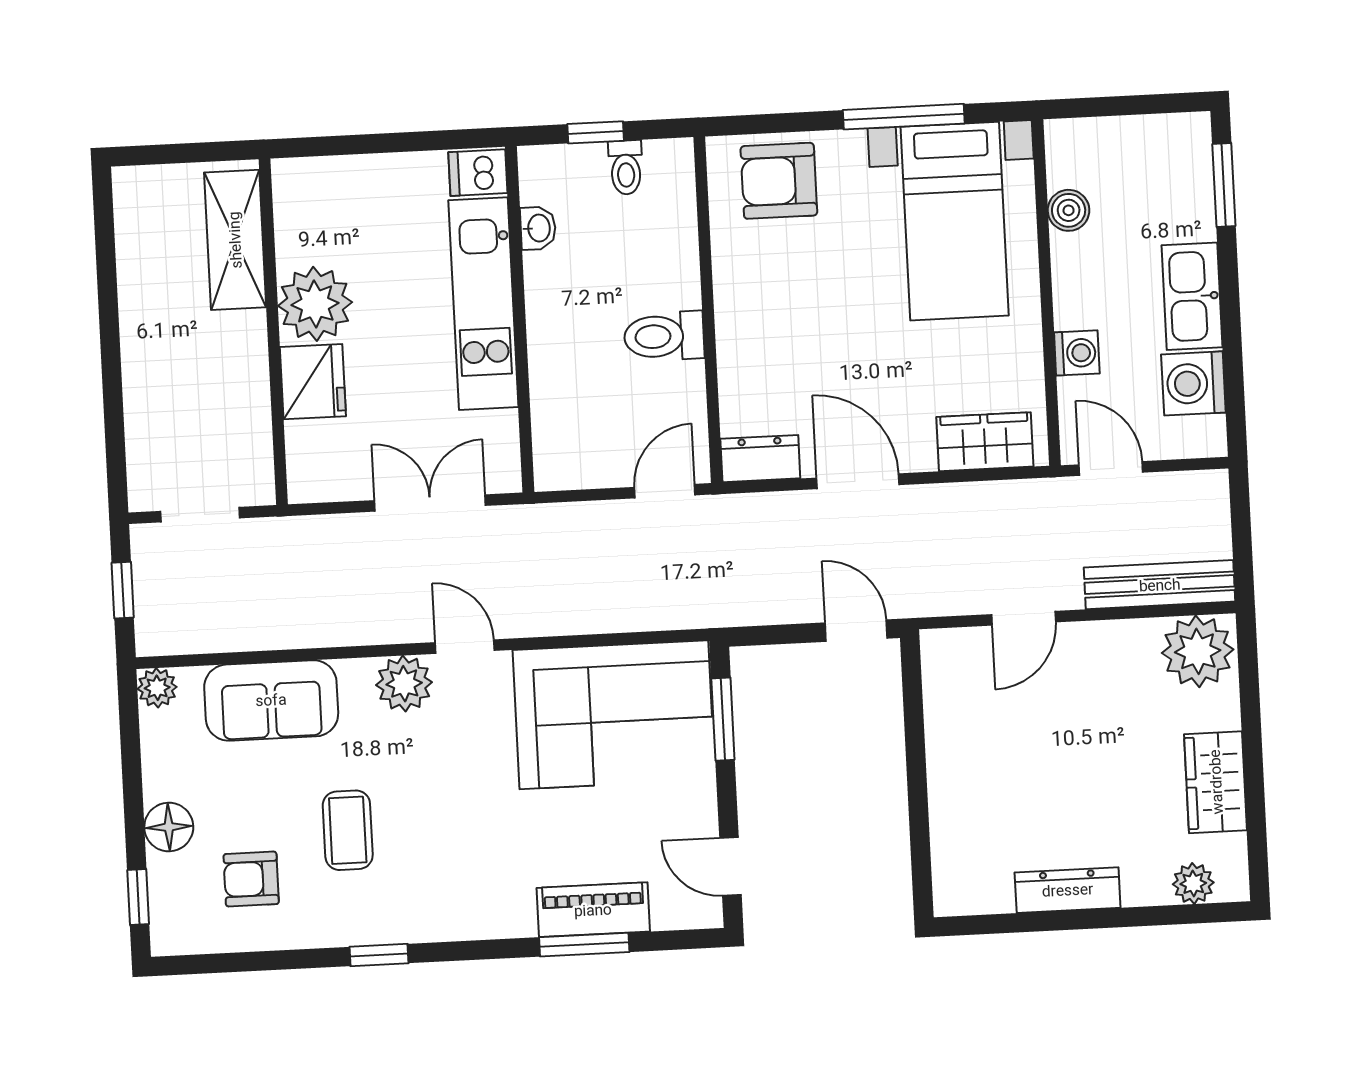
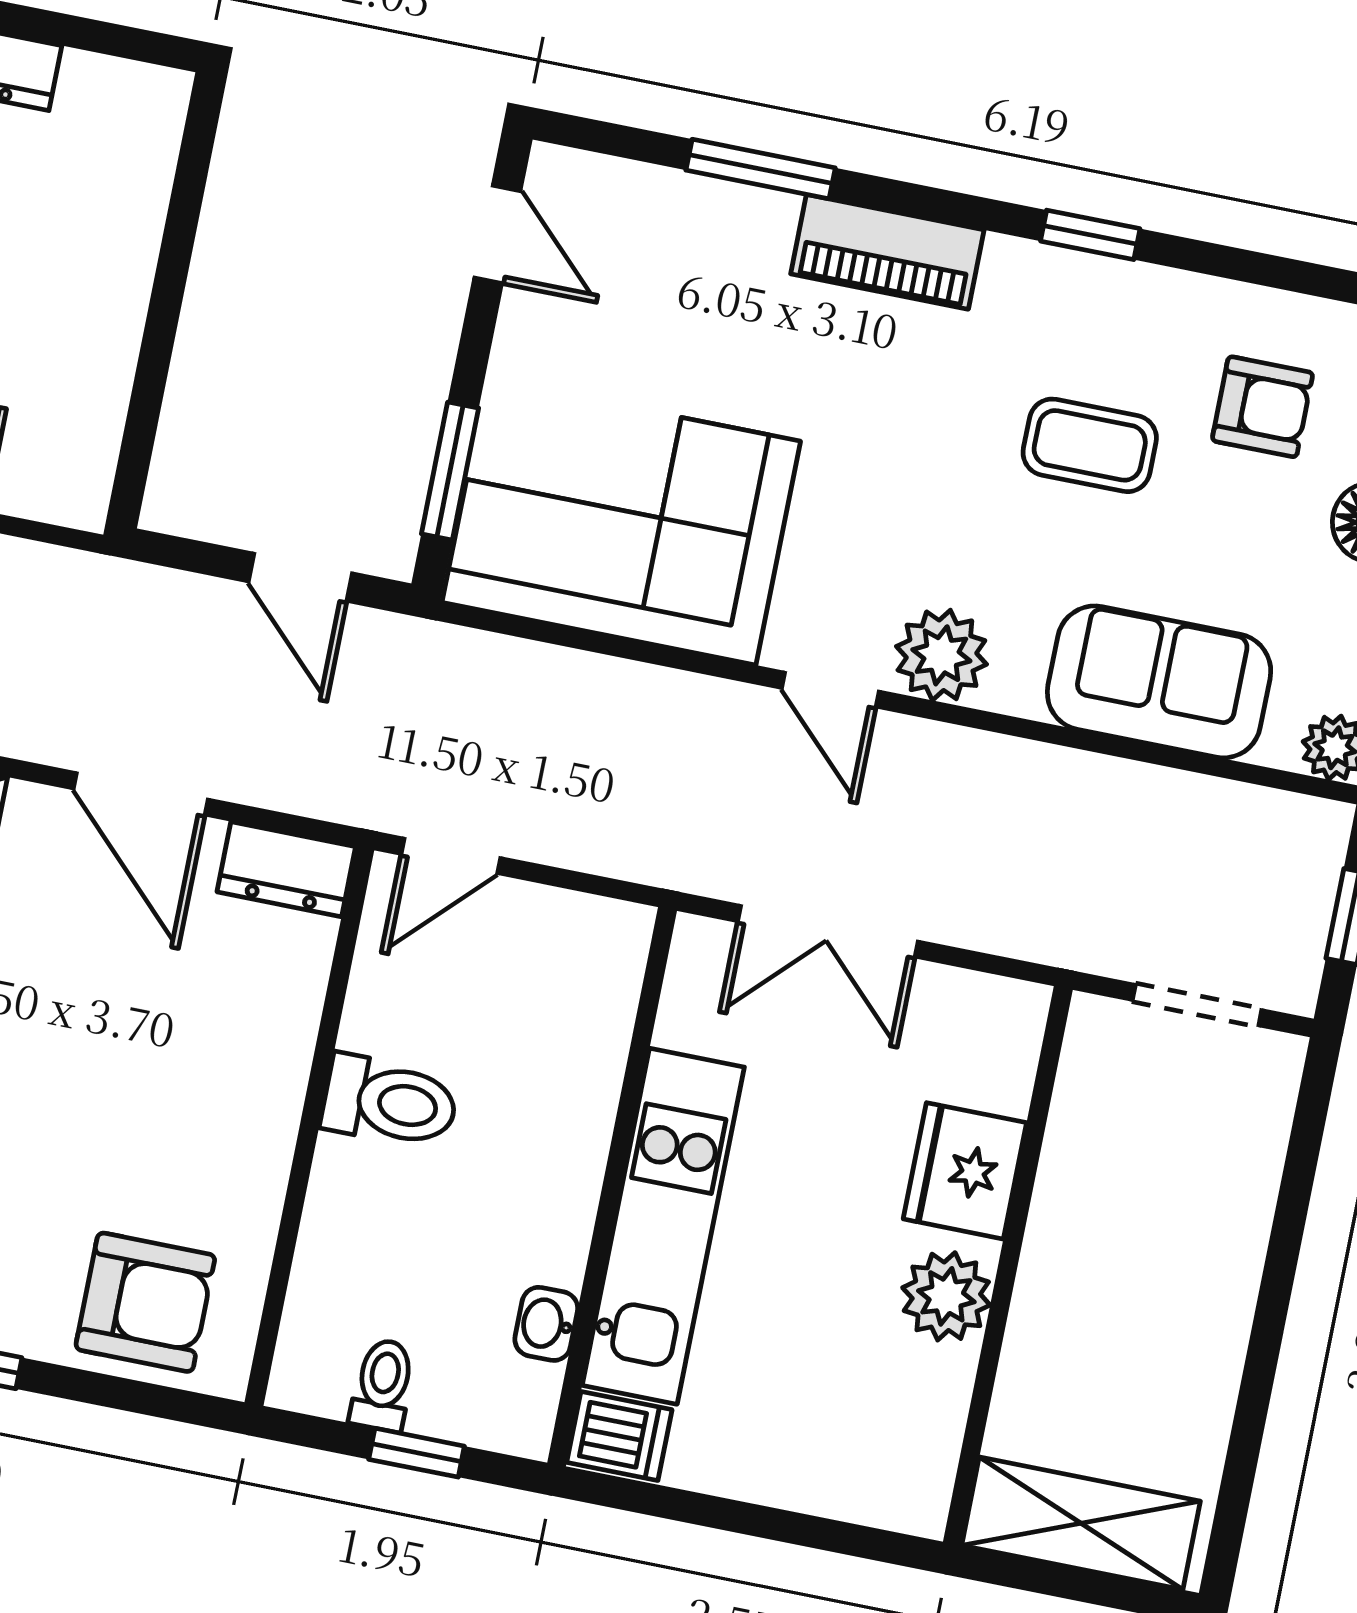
shelving: (235, 240) -> (1081, 1523), moved, turned 90
plant: (315, 304) -> (946, 1296), width x0.73, depth x0.73
door: (856, 631) -> (300, 577), moved
coffee table: (348, 830) -> (1090, 445), turned 90
piano: (593, 910) -> (887, 252), moved

